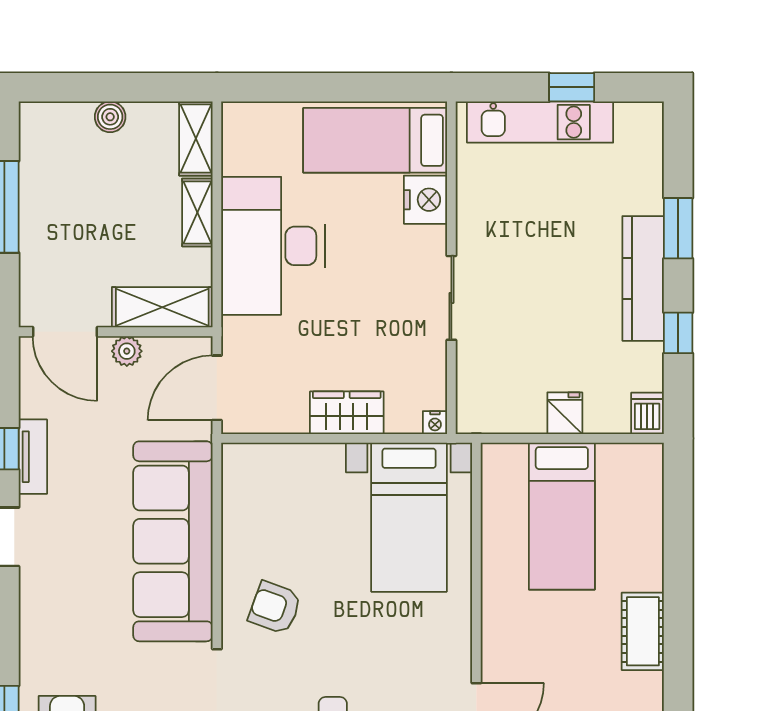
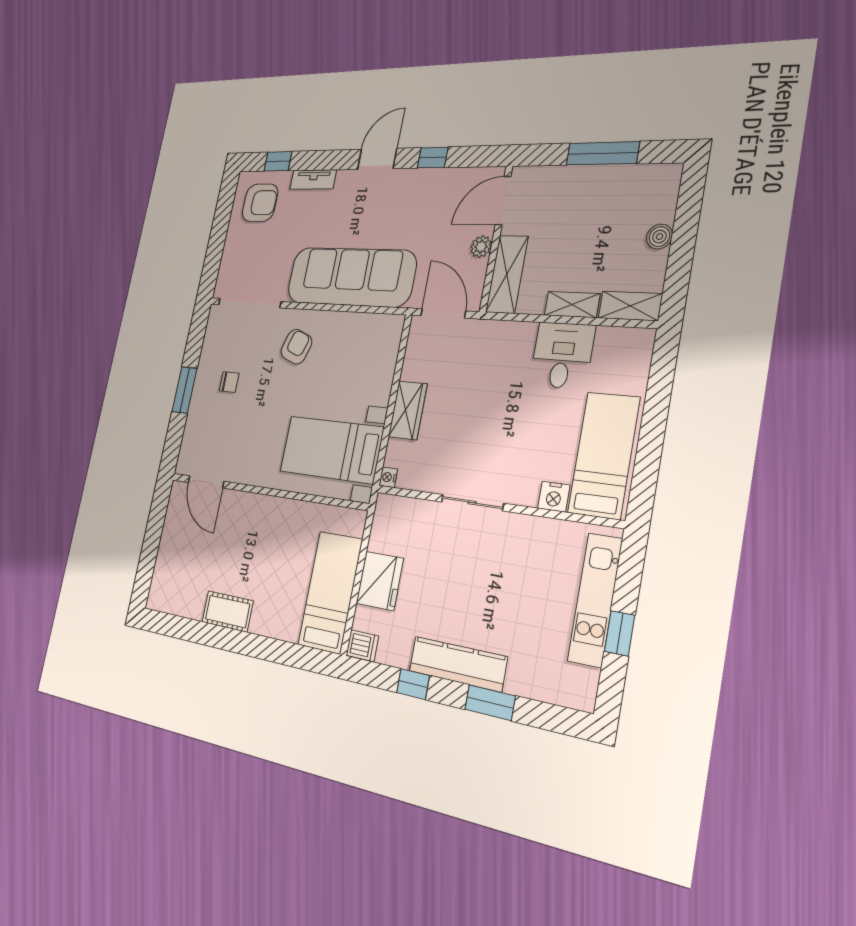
nightstand: (426, 200) -> (554, 497), width x0.74, depth x0.75
desk: (273, 246) -> (562, 355), width x0.53, depth x0.77
fridge: (565, 413) -> (380, 581), width x1.88, depth x1.34
tv unit: (33, 457) -> (313, 179), moved
bed: (562, 516) -> (330, 592), moved, turned 90

